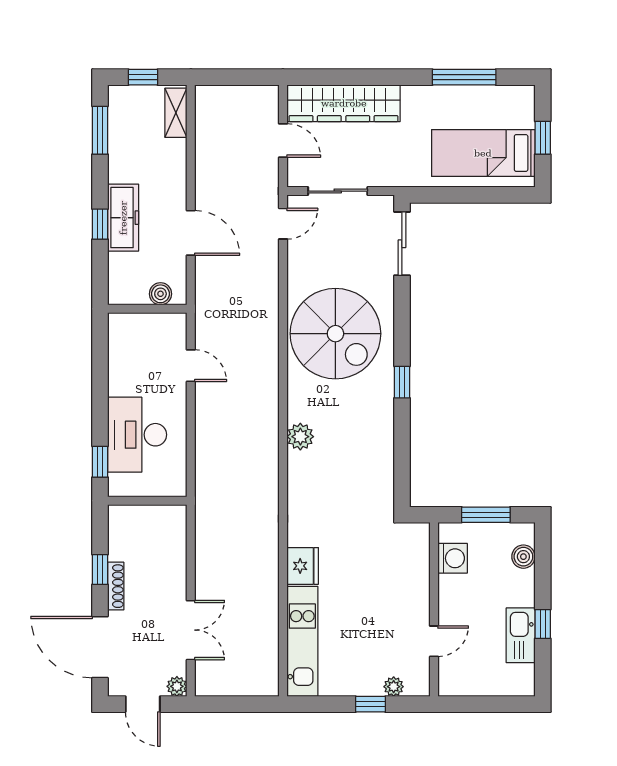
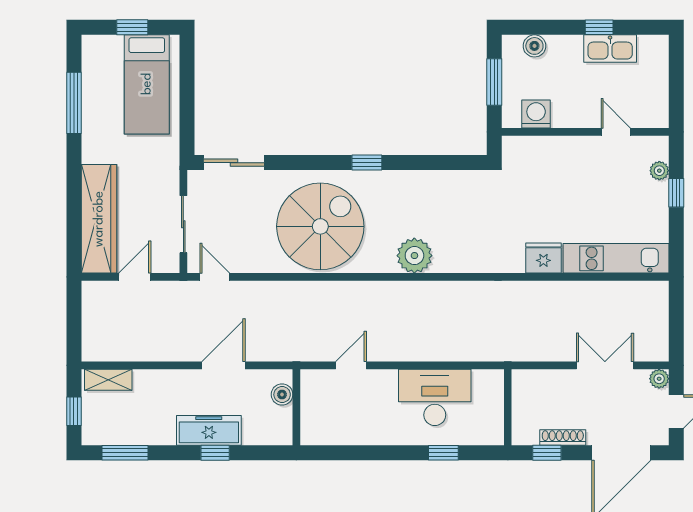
desk: (137, 435) -> (435, 397), moved, turned 180
plant: (300, 437) -> (414, 256), width x1.36, depth x1.36
wall: (147, 501) -> (508, 407), moved

